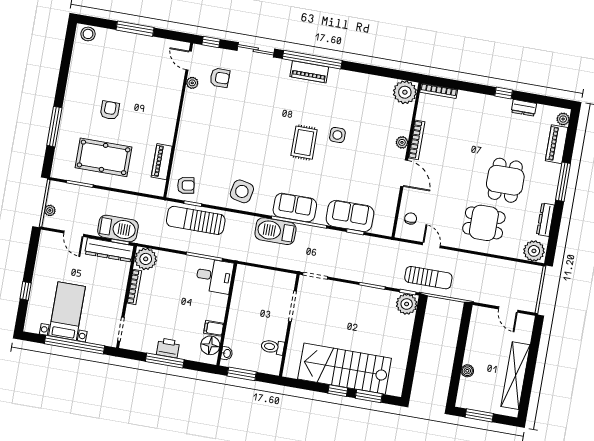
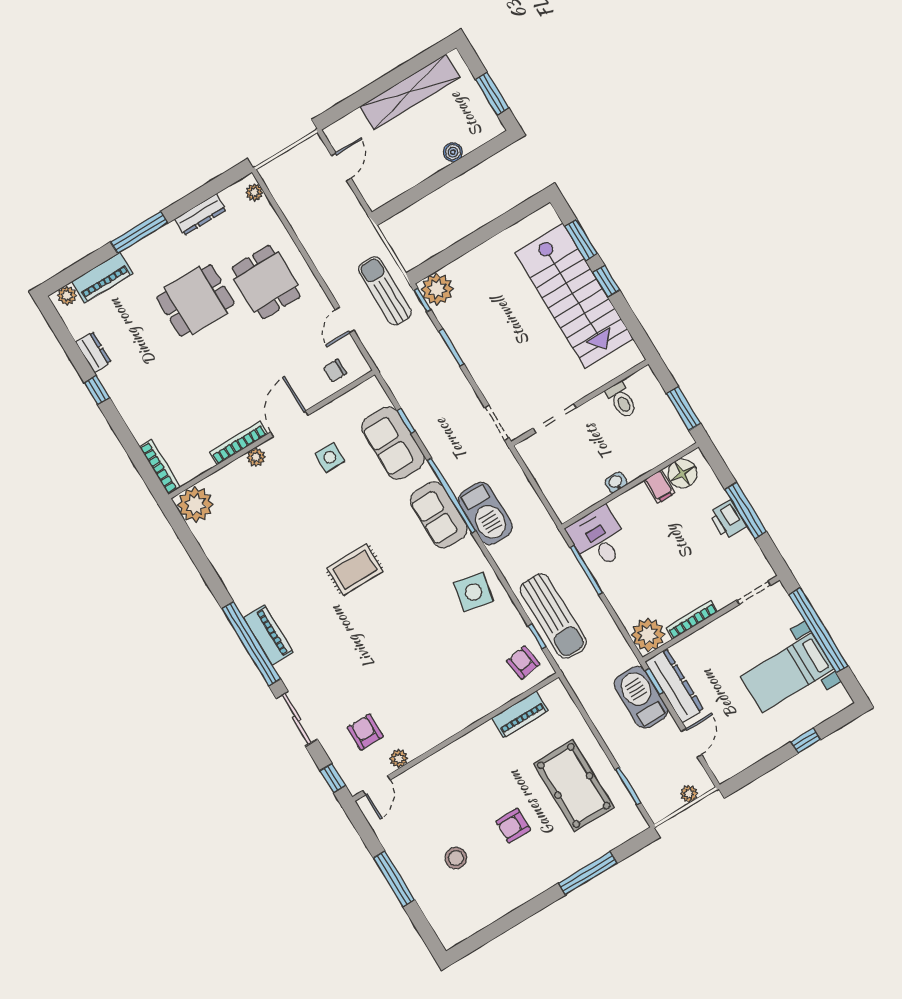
stool: (88, 34) -> (456, 858), moved
side table: (337, 135) -> (330, 457), moved
plant: (534, 251) -> (254, 192), width x0.53, depth x0.53
washbasin: (227, 353) -> (616, 482), moved

